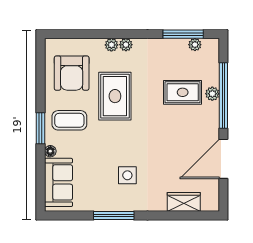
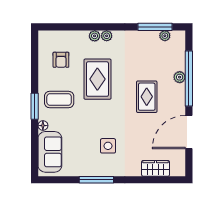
armchair: (72, 73) -> (61, 60), width x0.53, depth x0.53
rug: (183, 92) -> (147, 97), moved, turned 90

